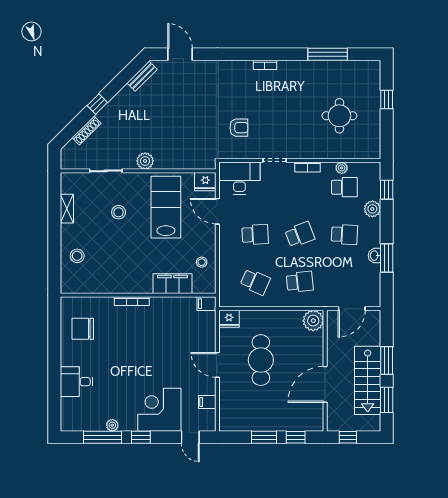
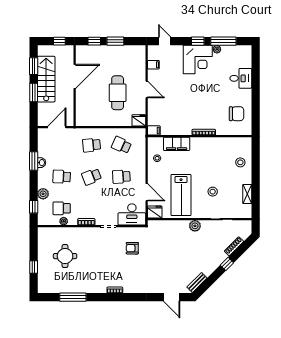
plant: (313, 321) -> (83, 119), removed
corner desk: (159, 410) -> (198, 60), moved

